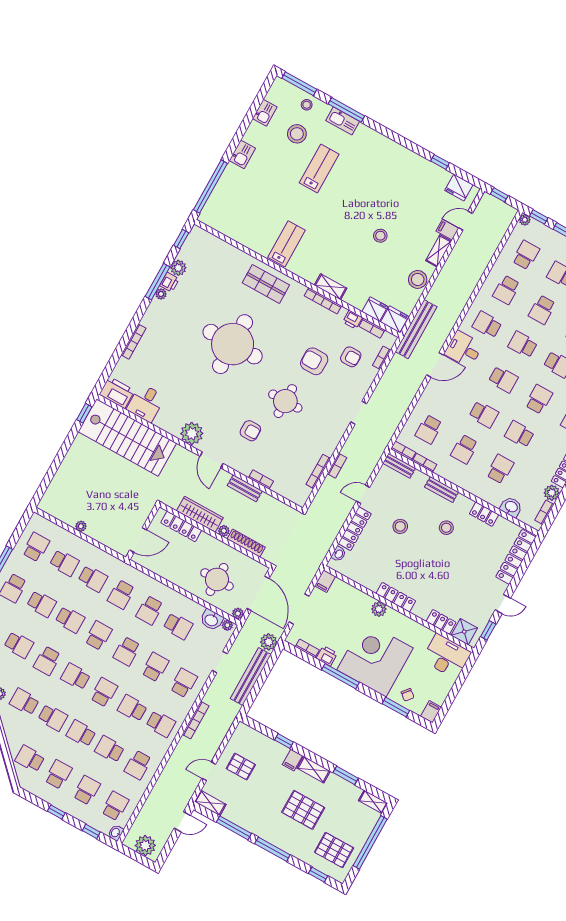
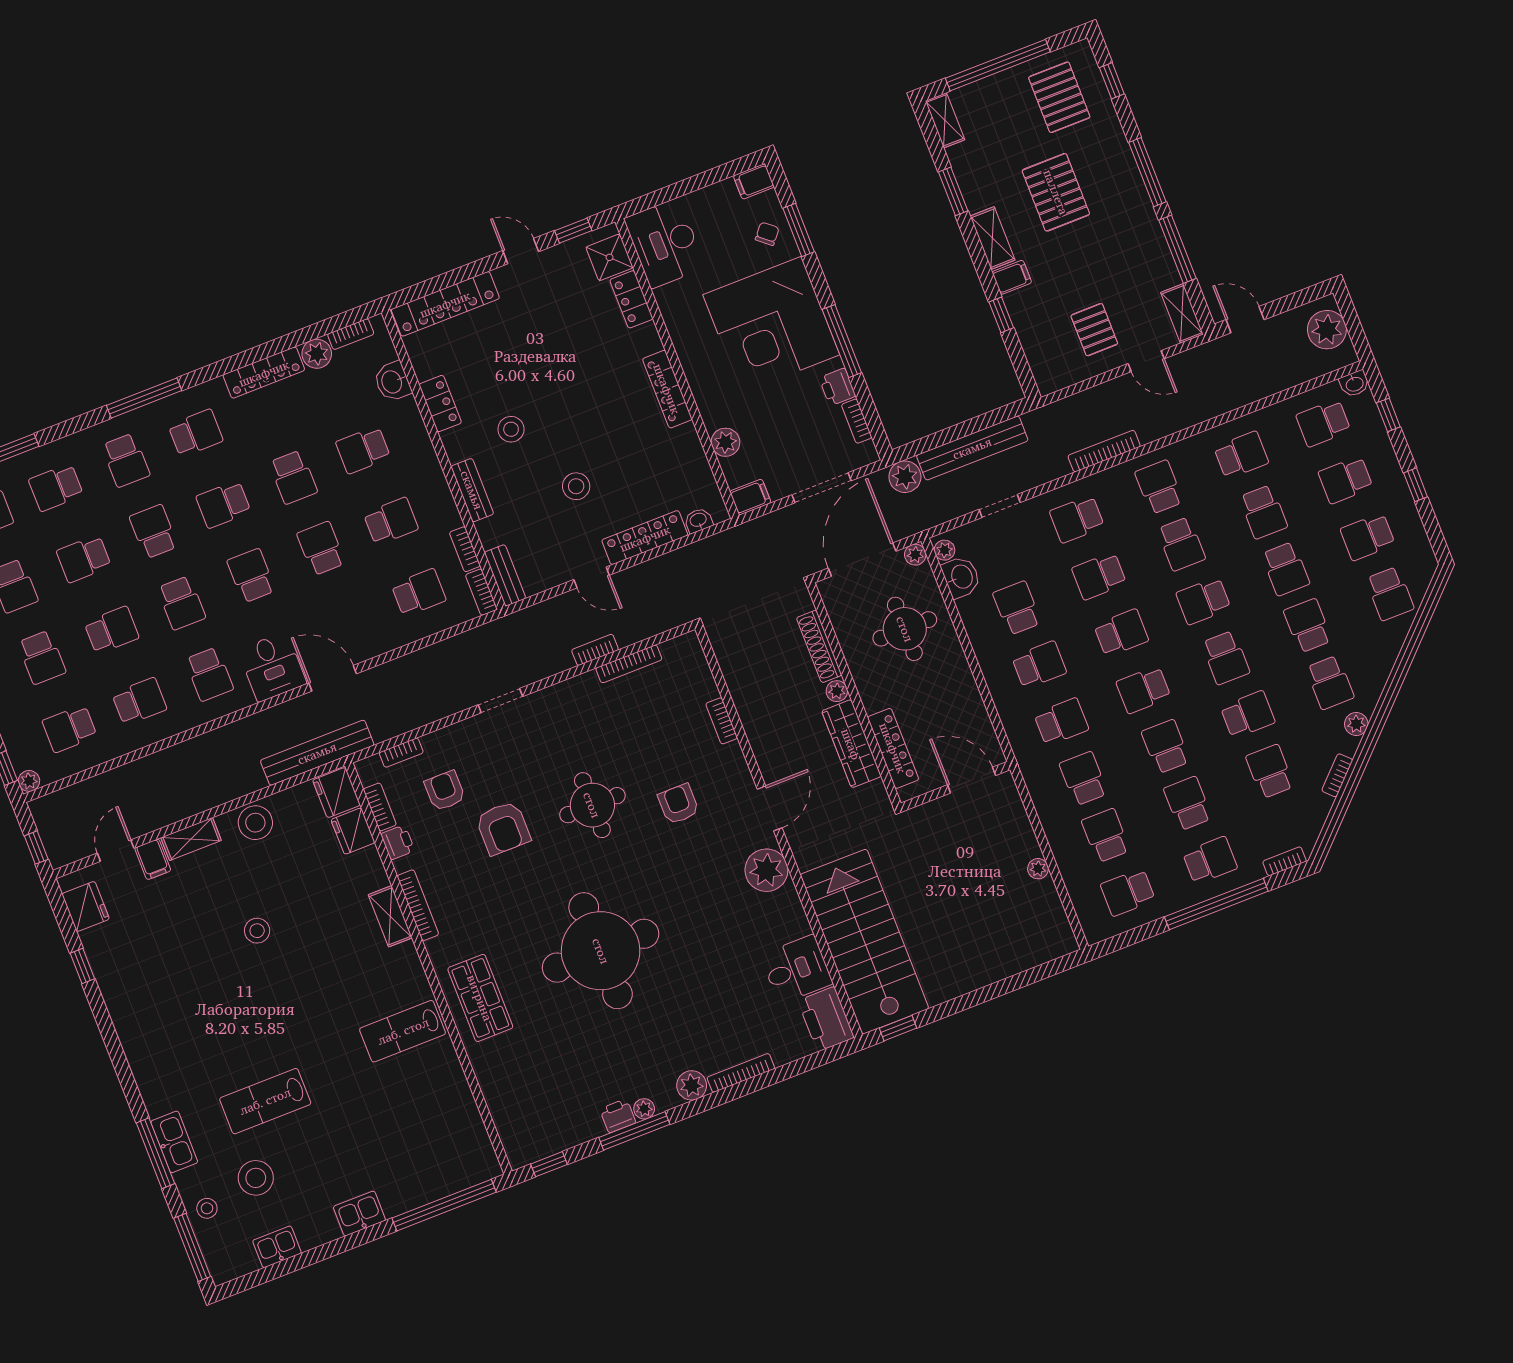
door: (465, 221) -> (116, 851), swing flipped
plant: (178, 268) -> (692, 1085), moved
bench: (245, 488) -> (755, 728), removed
plant: (379, 609) -> (725, 442), moved

